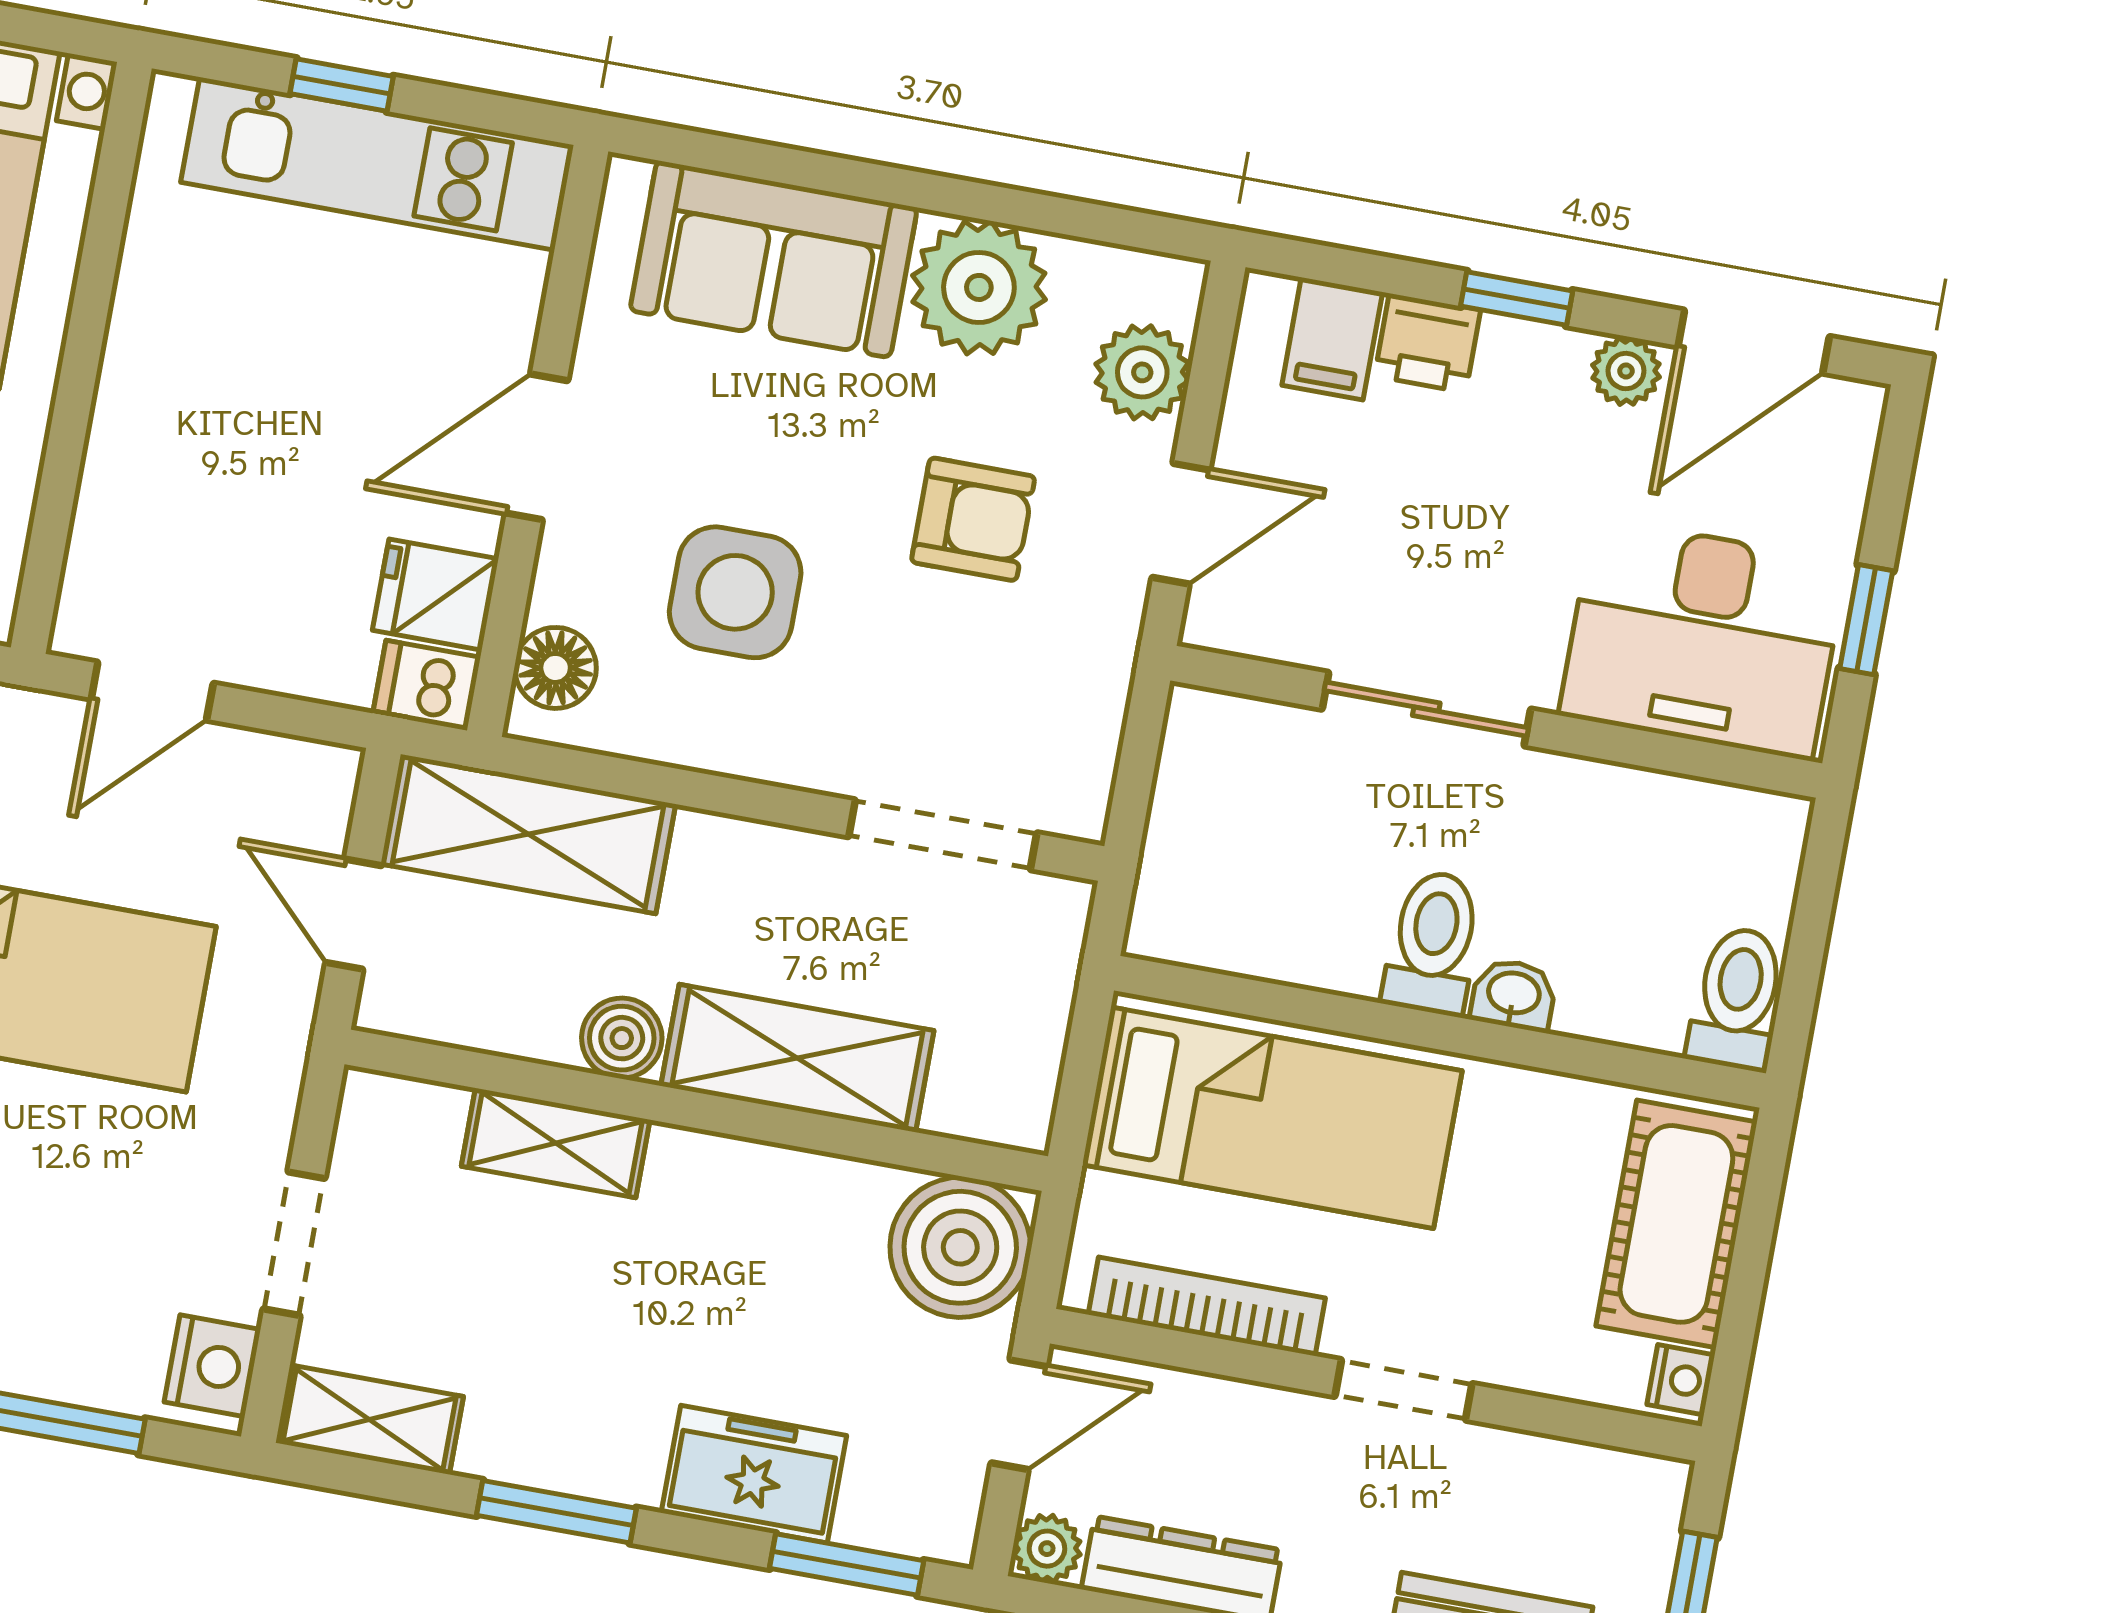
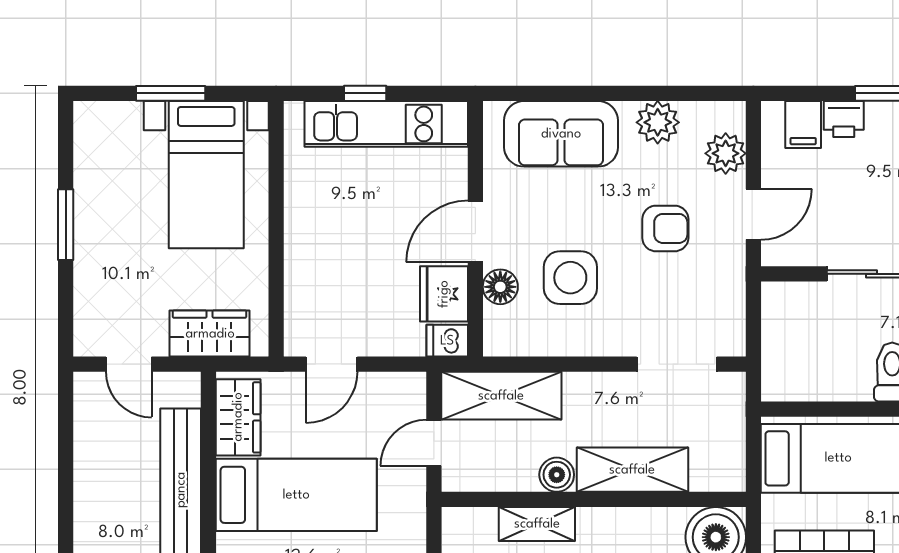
plant: (979, 287) -> (658, 122), width x0.73, depth x0.73
fridge: (435, 595) -> (444, 294), width x1.38
floor lamp: (556, 668) -> (500, 287), moved
door: (354, 914) -> (434, 443), hinge flipped

